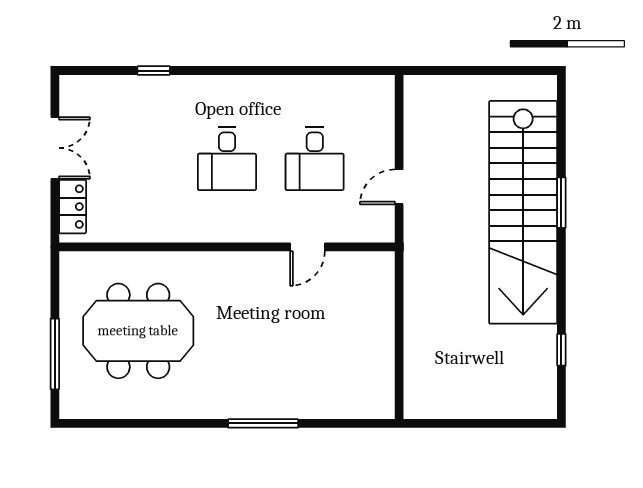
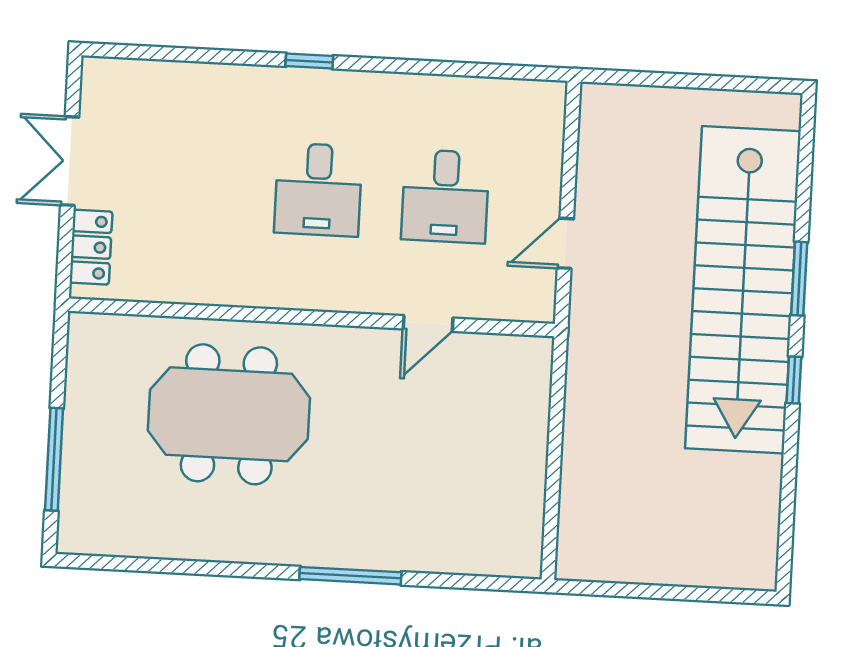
window: (154, 71) -> (309, 61), moved
double door: (55, 148) -> (70, 161), swing flipped
meeting table: (138, 331) -> (229, 414), moved
window: (561, 350) -> (794, 380), moved

